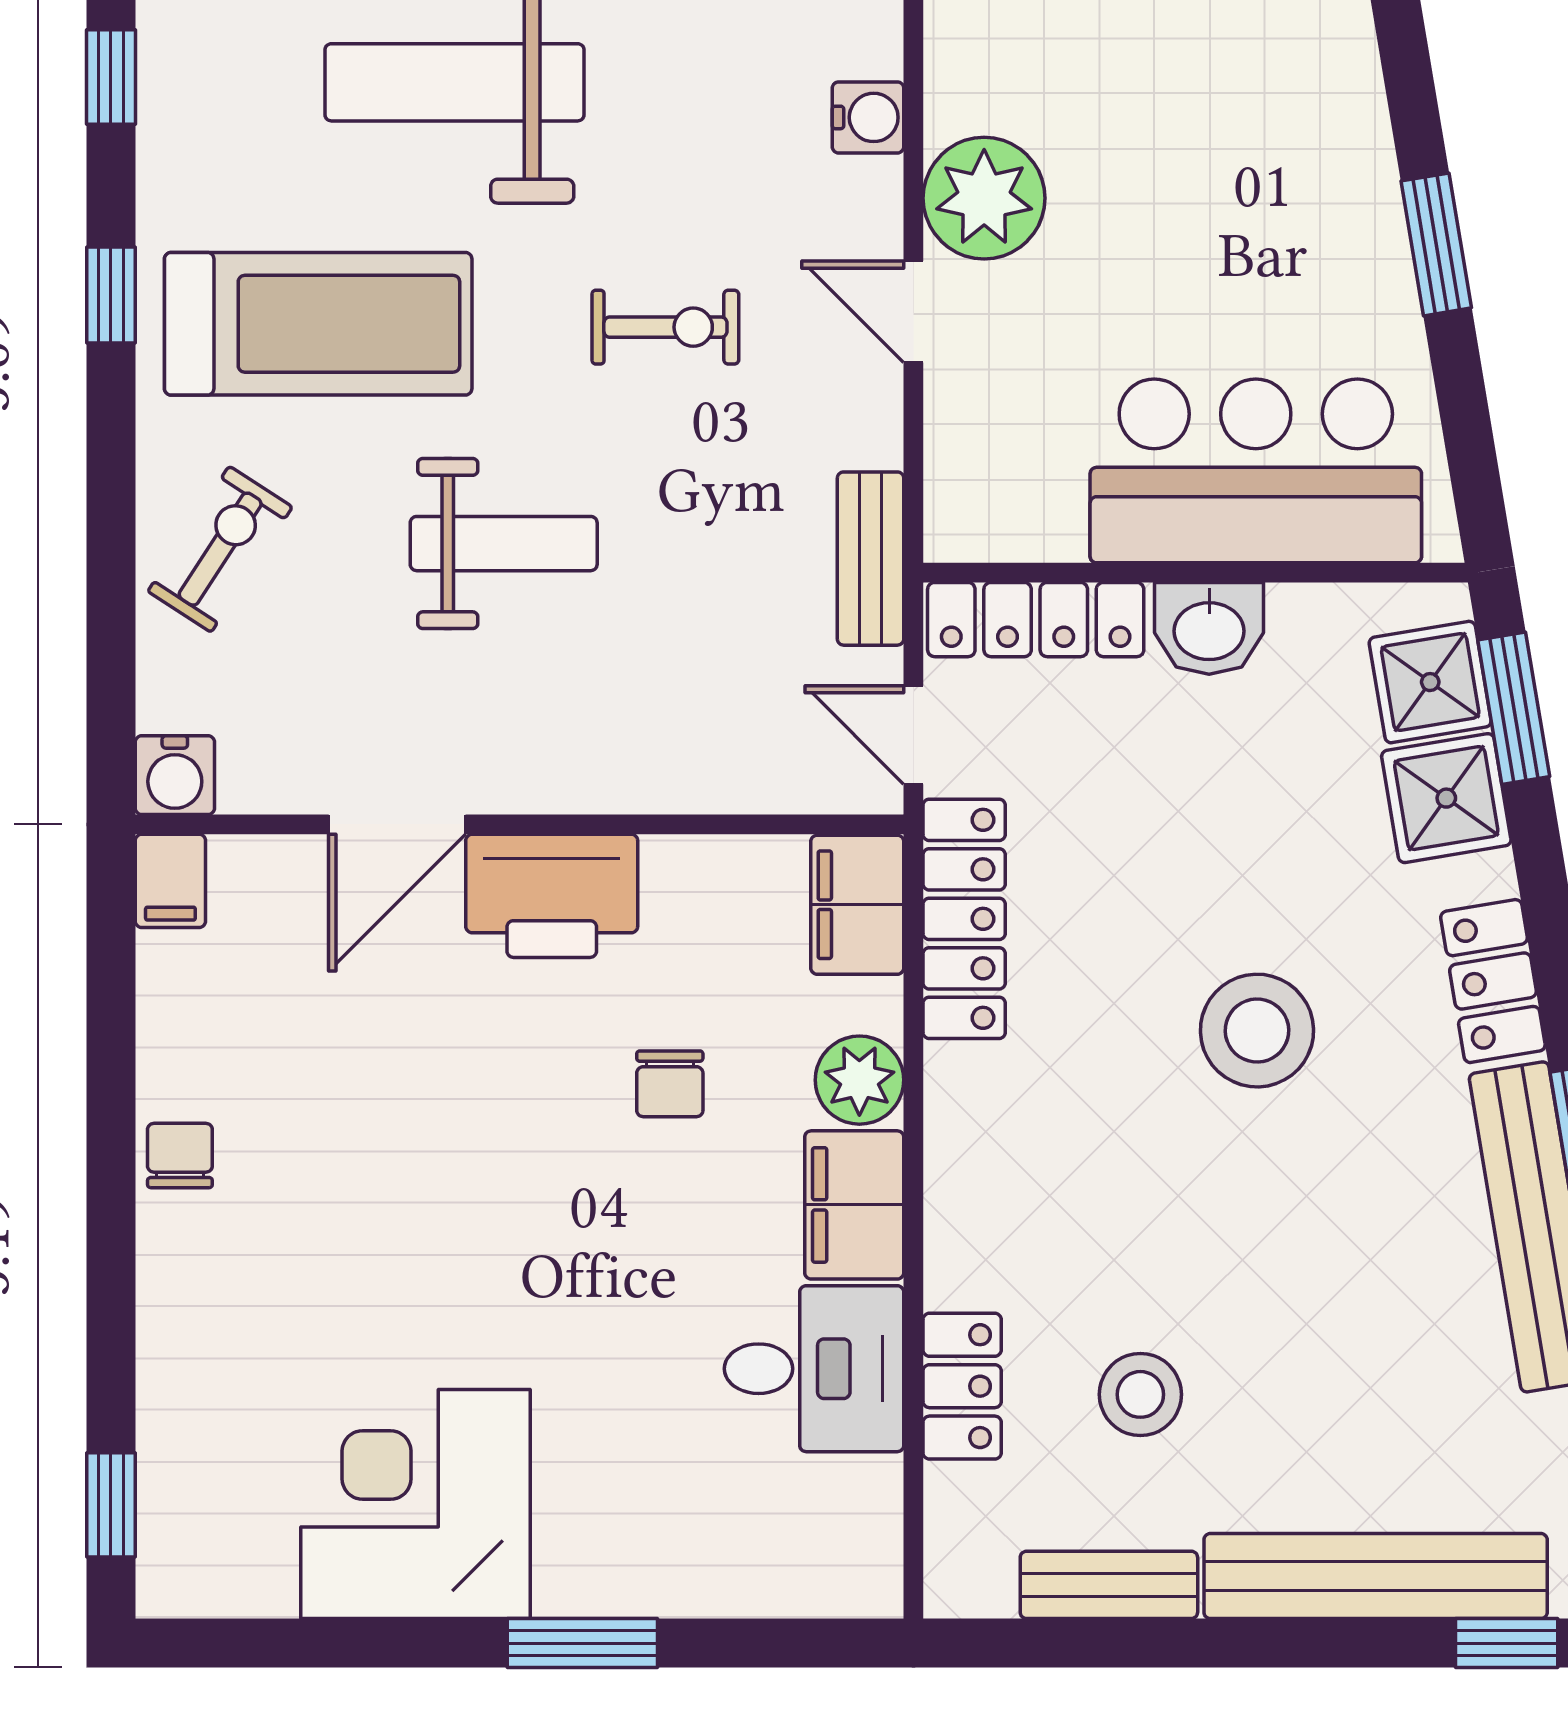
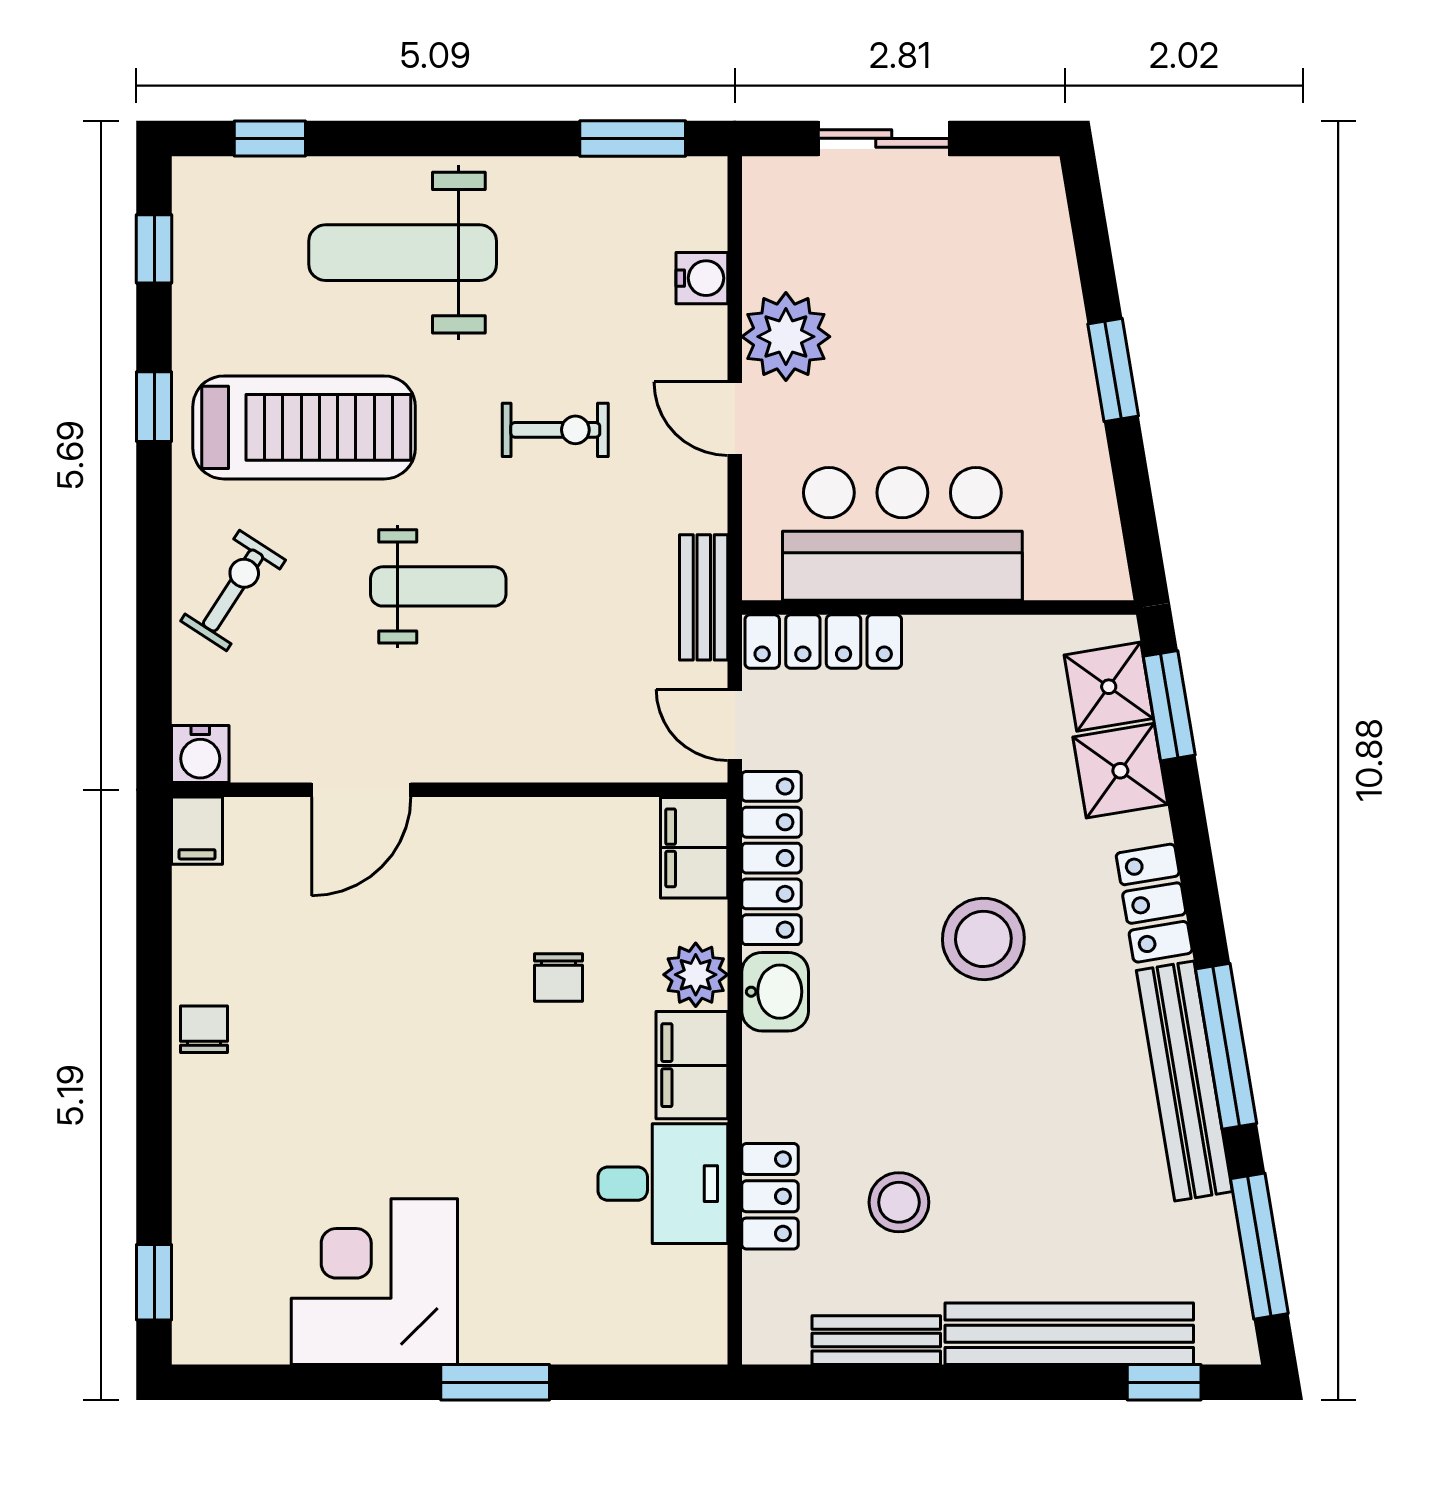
bar counter: (1256, 471) -> (902, 534), moved
washbasin: (1209, 628) -> (775, 992), moved, turned -90
printer: (552, 896) -> (473, 841), removed

